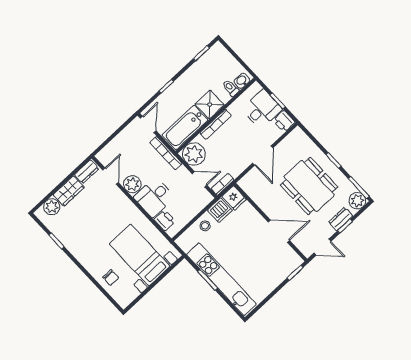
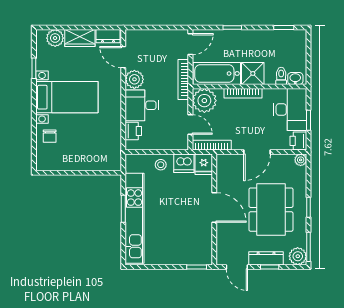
desk: (262, 109) -> (290, 109), width x1.37
plant: (298, 133) -> (301, 160), added
door: (111, 176) -> (123, 57), swing flipped
bookcase: (223, 184) -> (212, 145), width x1.56
dresser: (341, 219) -> (266, 258), width x1.44
door: (279, 231) -> (214, 207), moved
bed with nightstands: (140, 255) -> (67, 97), moved, turned 90

